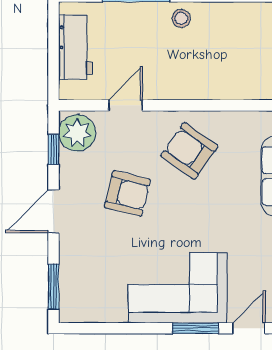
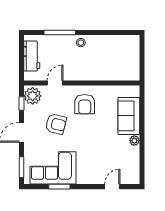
armchair: (189, 151) -> (85, 104), turned -125
corner sofa: (178, 288) -> (53, 168), moved
window: (195, 328) -> (59, 187), moved

